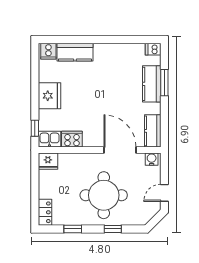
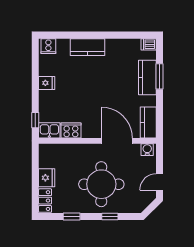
kitchen counter: (75, 52) -> (88, 47), moved
fridge: (50, 96) -> (47, 83), width x0.53, depth x0.75
fridge: (48, 161) -> (47, 178), moved, turned -90

